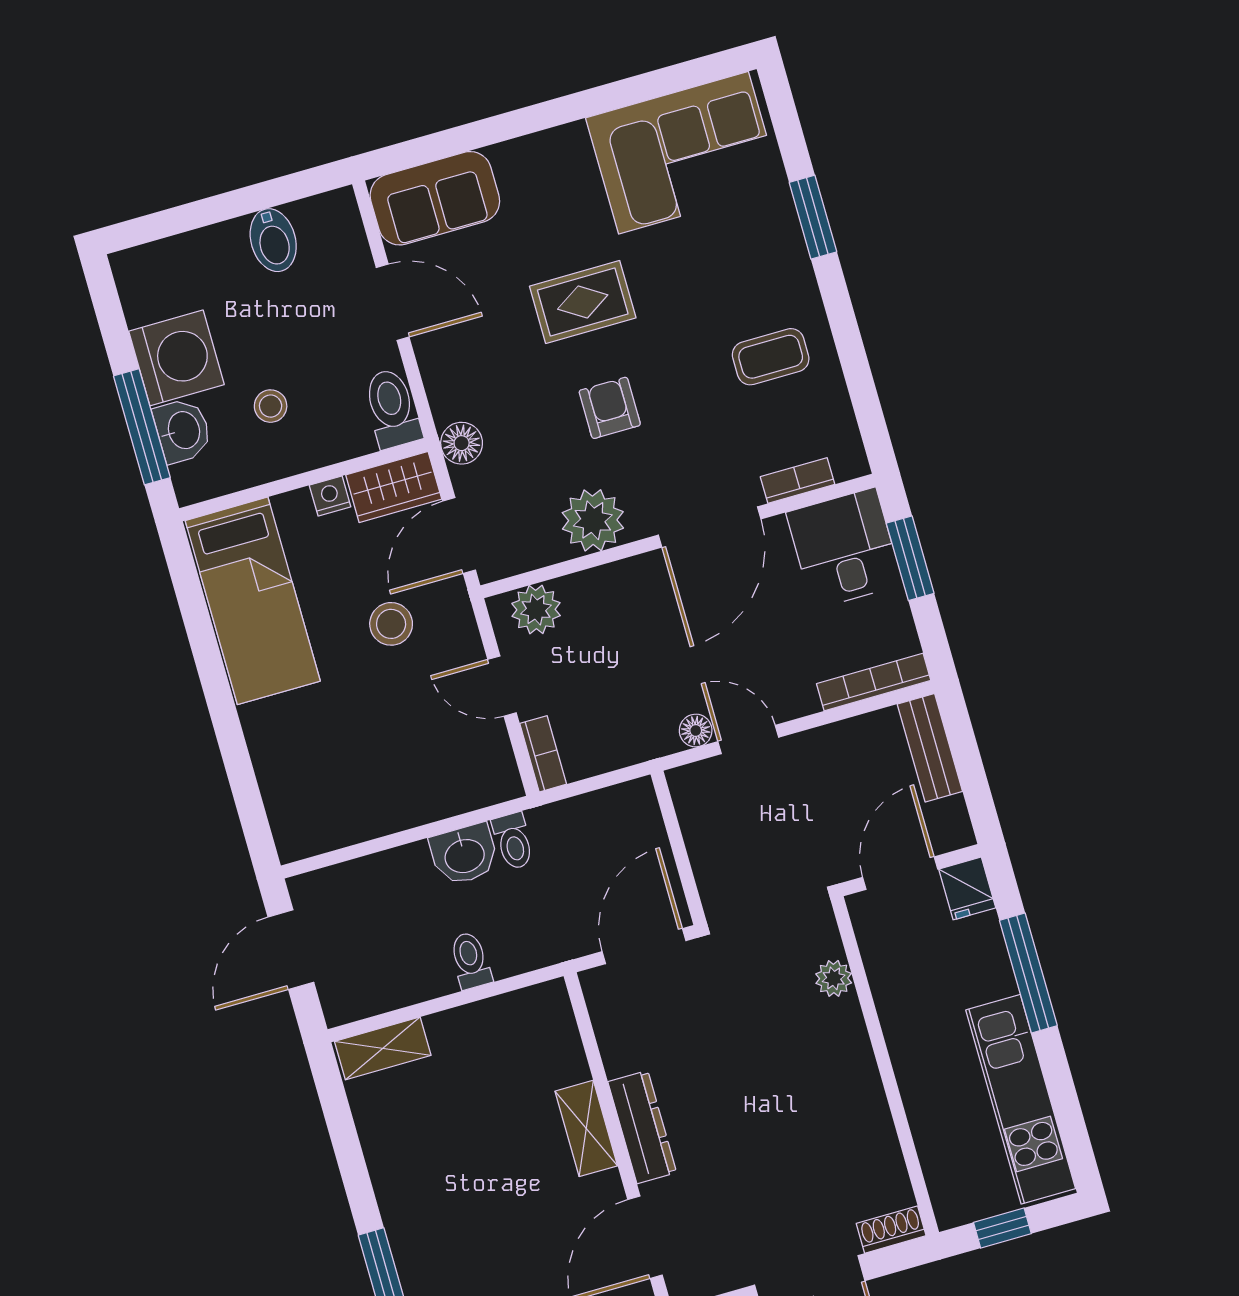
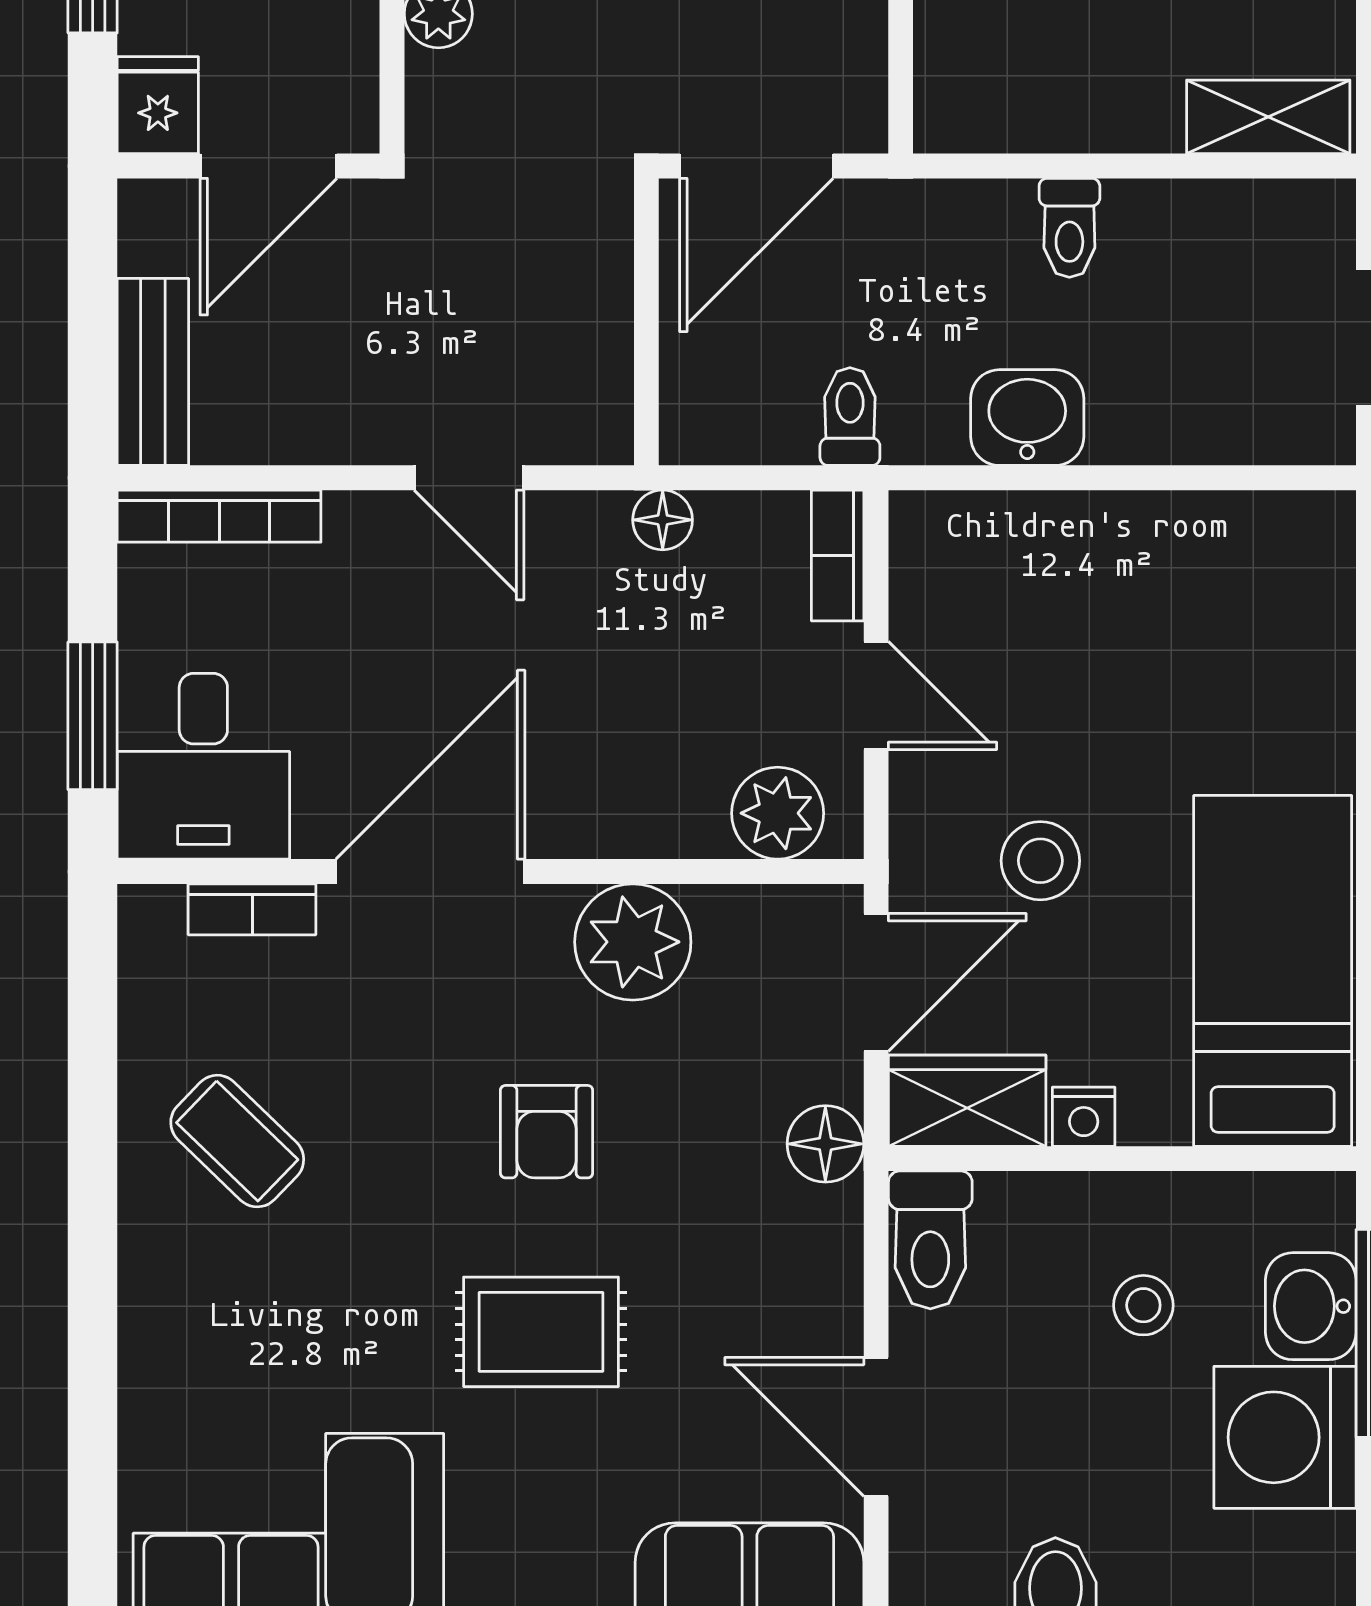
window: (813, 217) -> (93, 1366), removed
coffee table: (771, 357) -> (237, 1141), turned 44
floor lamp: (696, 730) -> (663, 520), moved
toilet: (513, 841) -> (850, 417), moved

